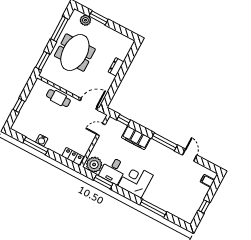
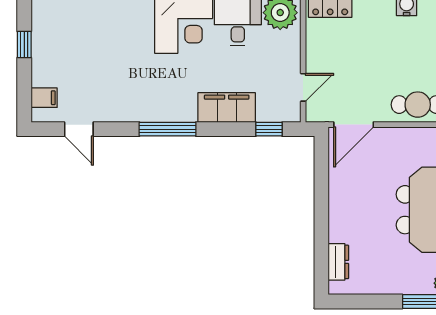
dresser: (116, 67) -> (338, 262), moved
door: (190, 155) -> (79, 129), moved

